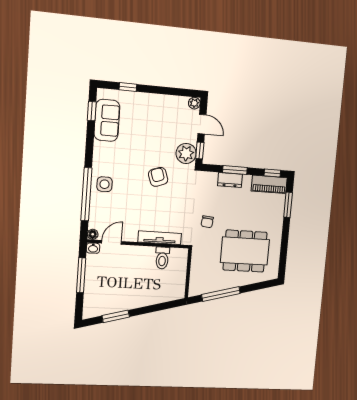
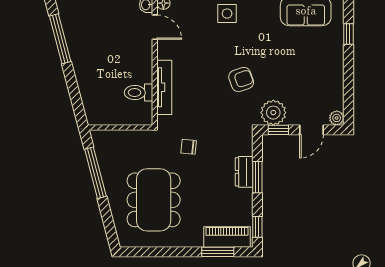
piano: (269, 184) -> (227, 237), moved, turned 90
window: (116, 316) -> (60, 39), width x1.44

